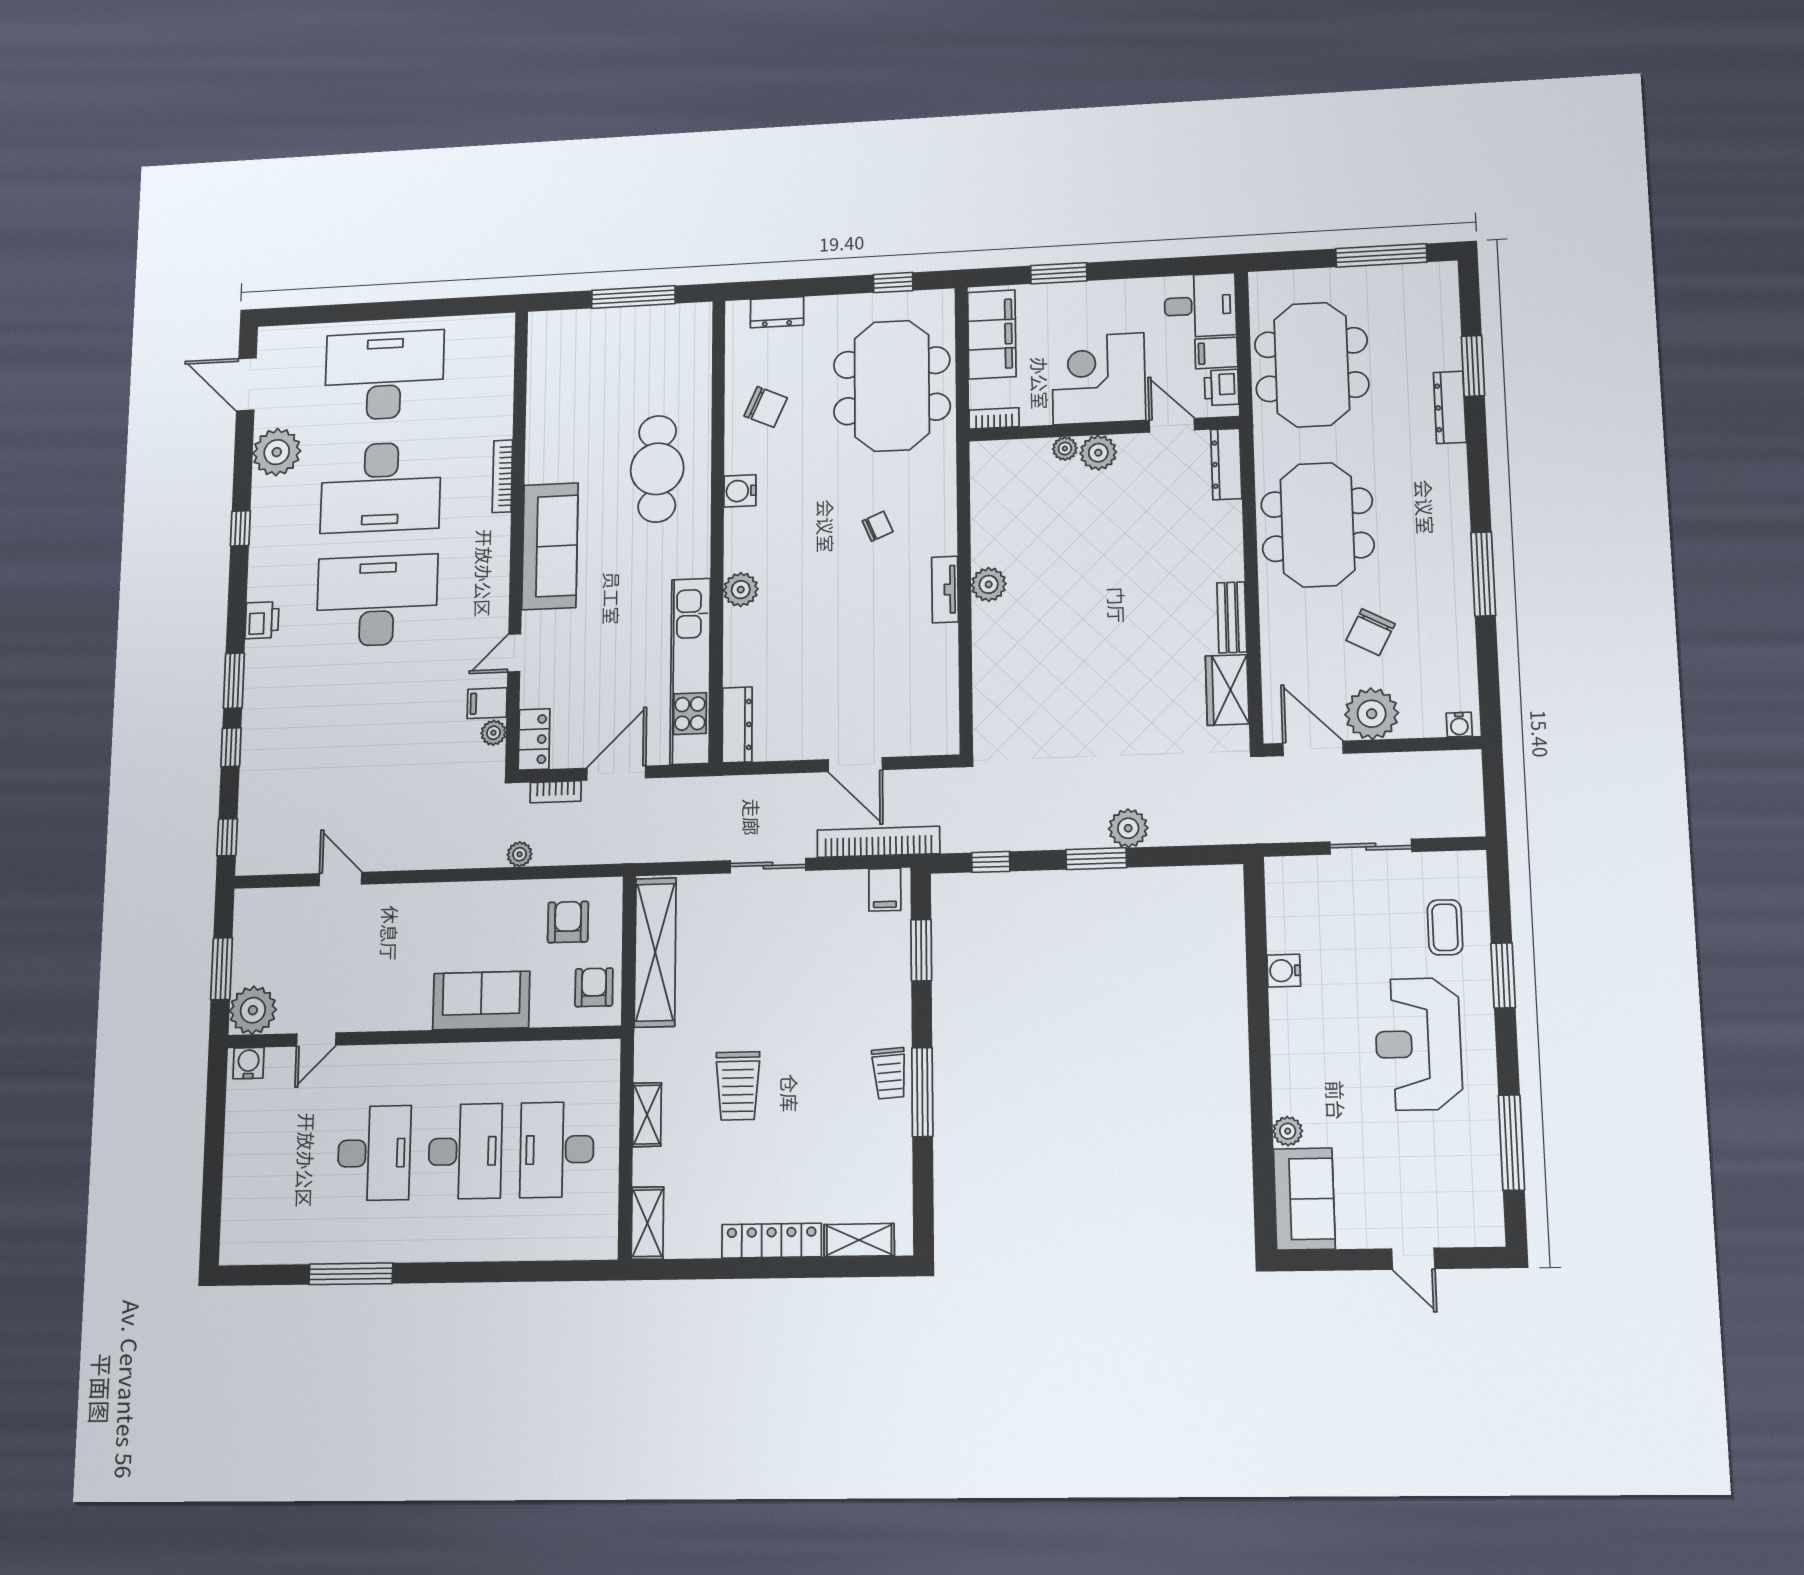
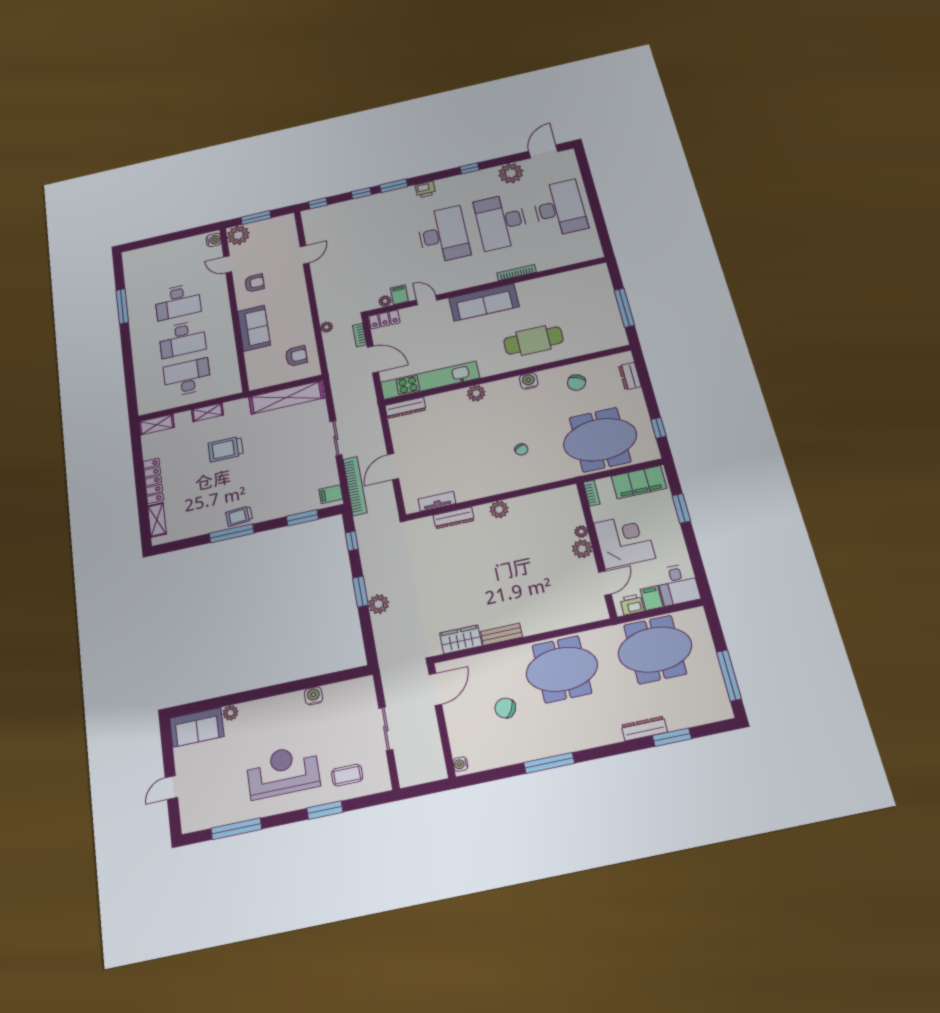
dresser: (1226, 464) -> (454, 518), moved, turned 180
tv unit: (945, 590) -> (437, 501), moved
plant: (1372, 714) -> (459, 717), removed
armchair: (594, 987) -> (254, 283), moved

